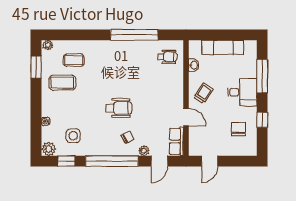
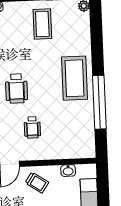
wheelchair: (167, 57) -> (32, 127), moved
coffee table: (74, 60) -> (74, 78), moved, width x1.86, depth x1.72

